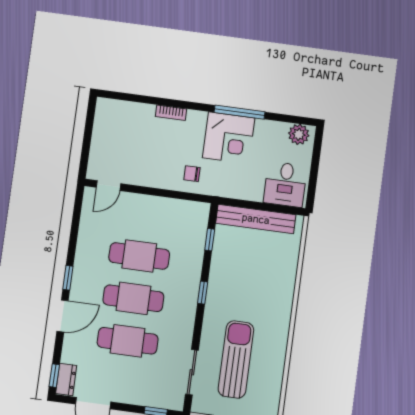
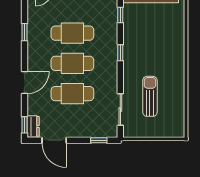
window: (68, 278) -> (24, 32), moved
sun lounger: (236, 359) -> (150, 96), width x0.73, depth x0.75

